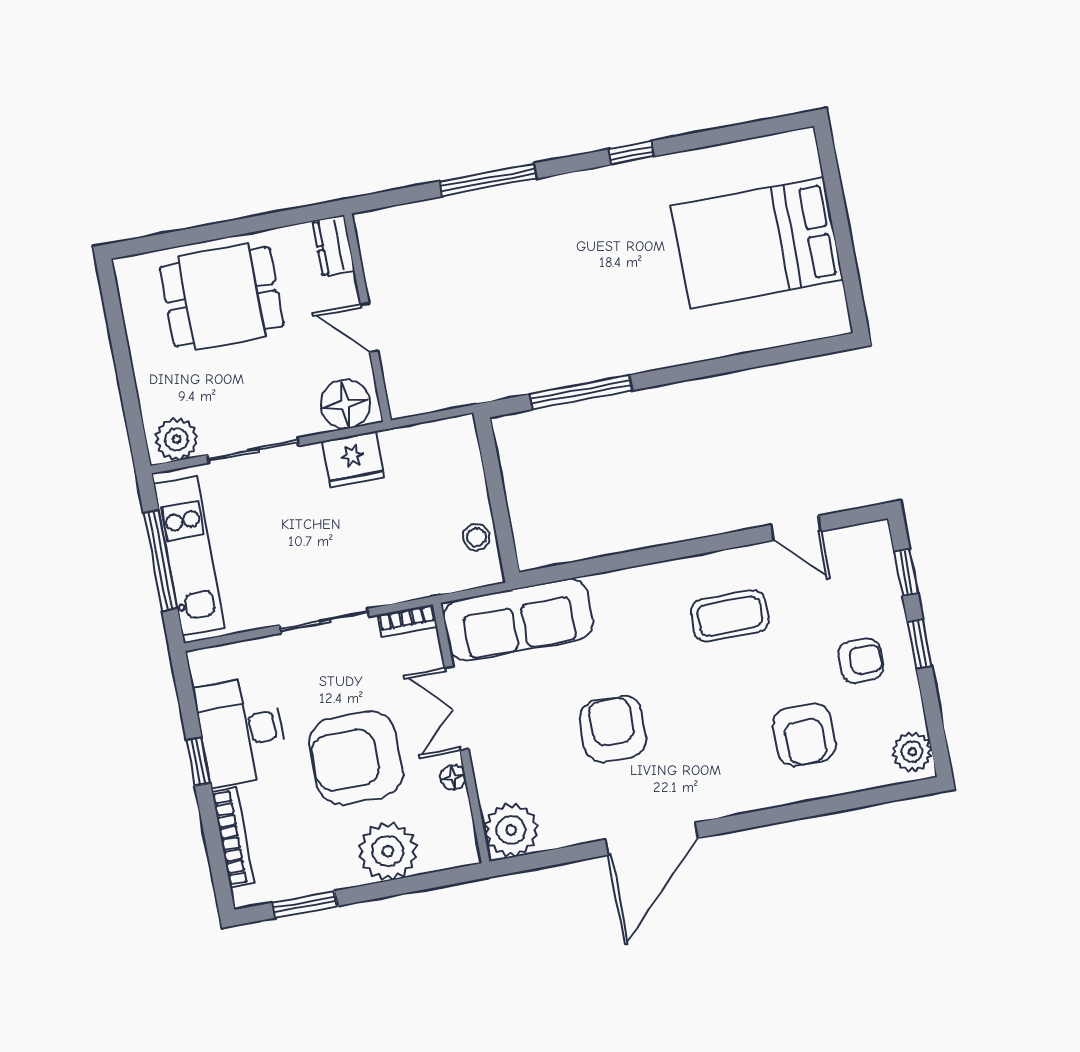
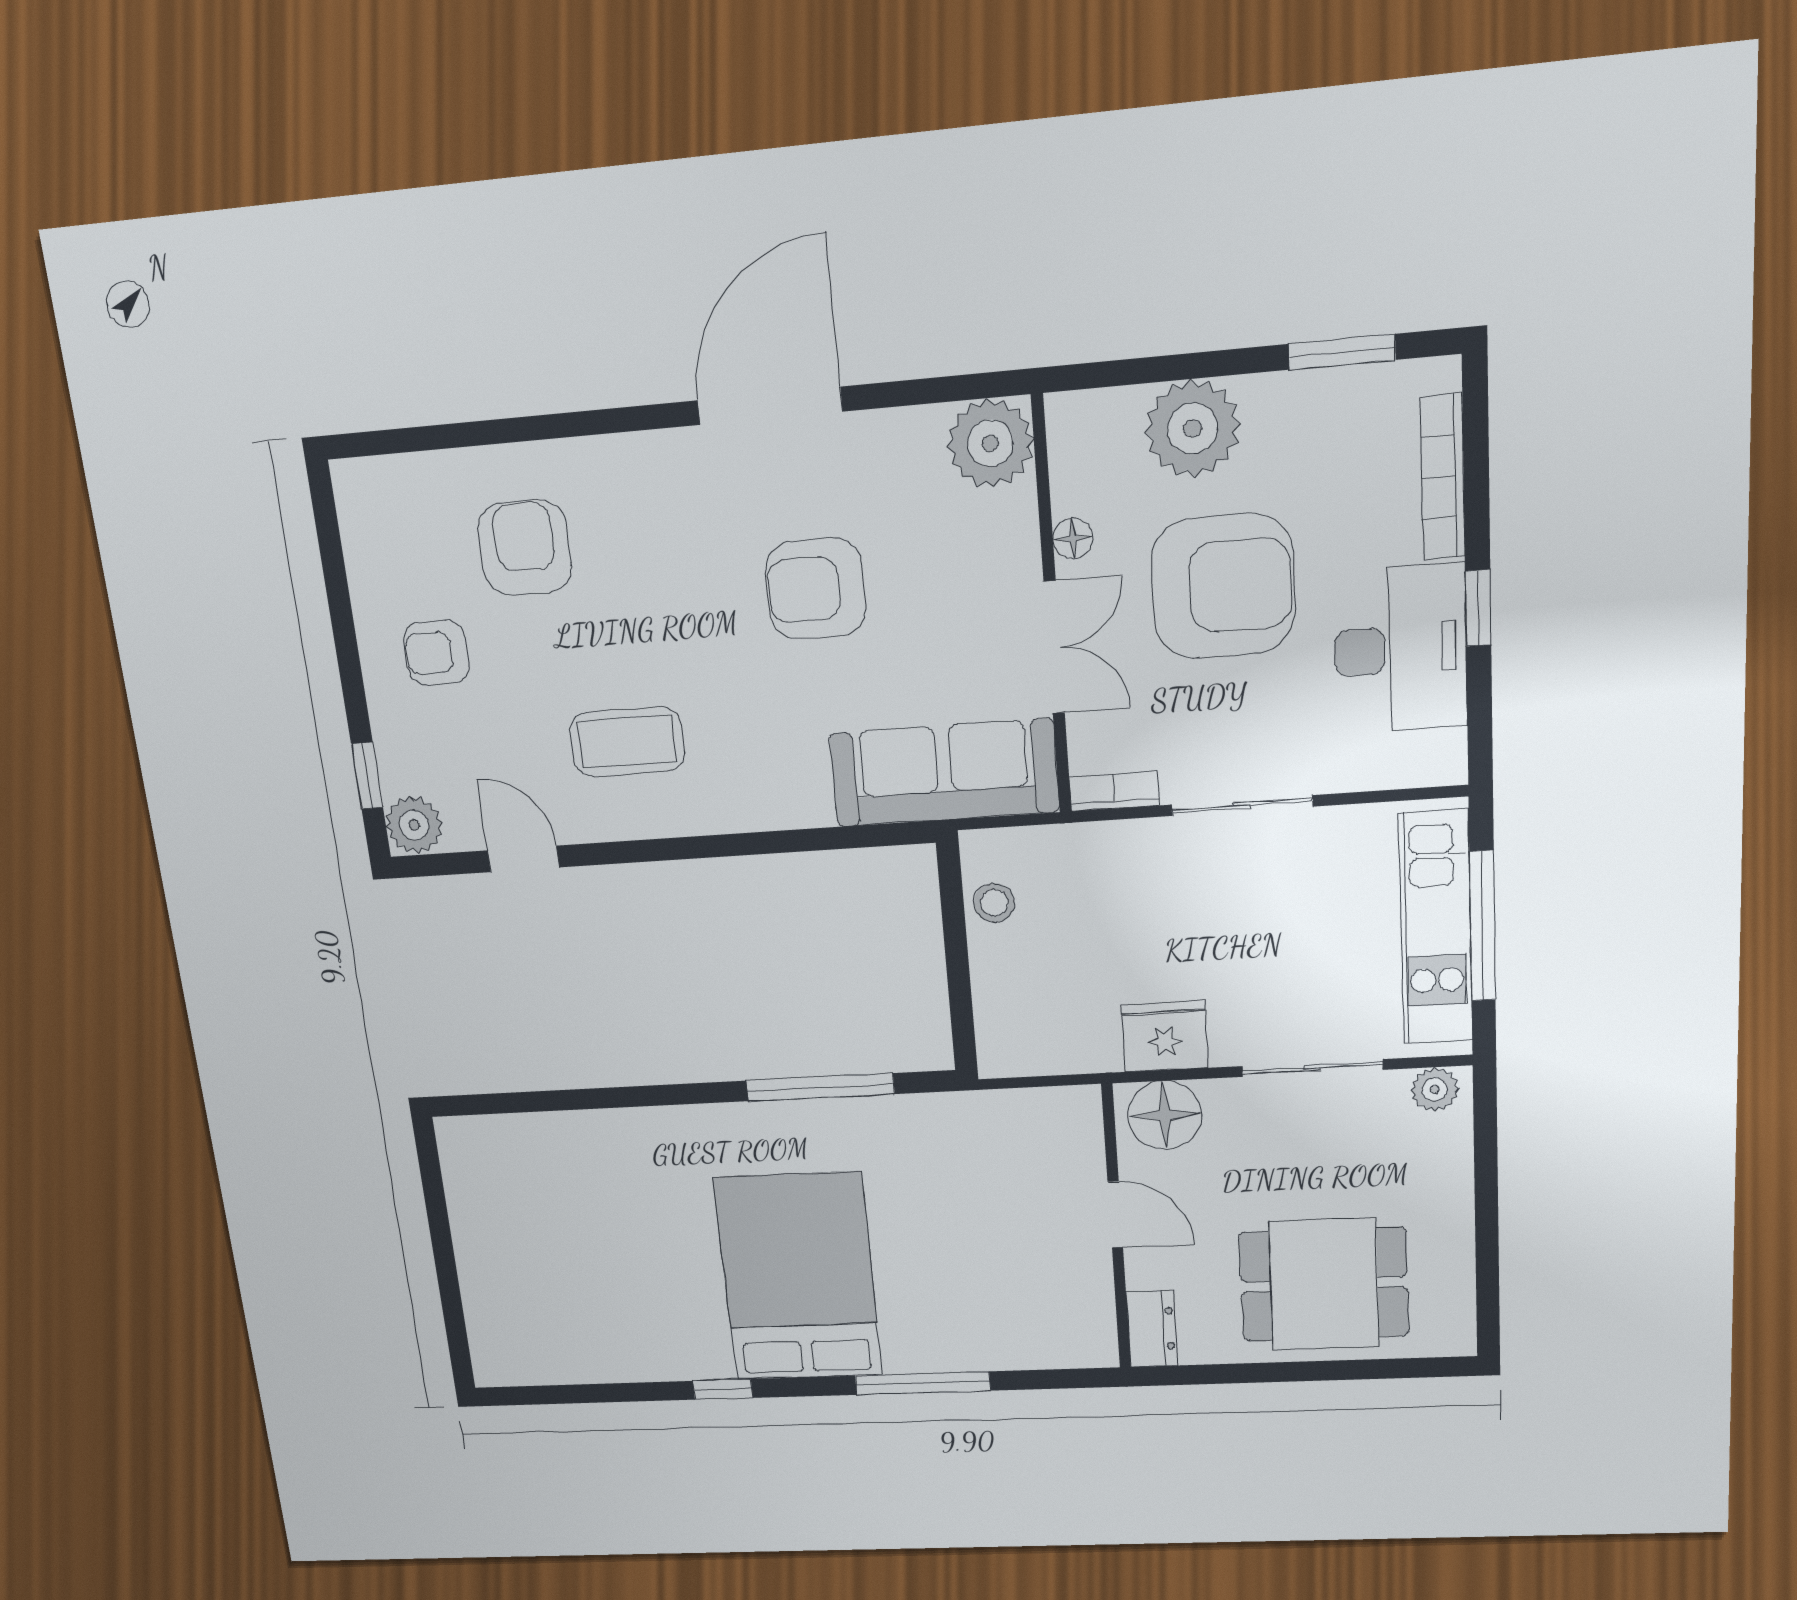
bed: (757, 243) -> (798, 1277), moved, turned -90
plant: (176, 439) -> (1435, 1090), width x0.73, depth x0.73
window: (920, 644) -> (350, 668), removed
armchair: (613, 729) -> (815, 589), turned 90
plant: (912, 752) -> (414, 825), moved

